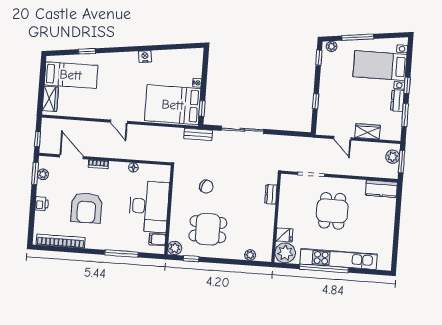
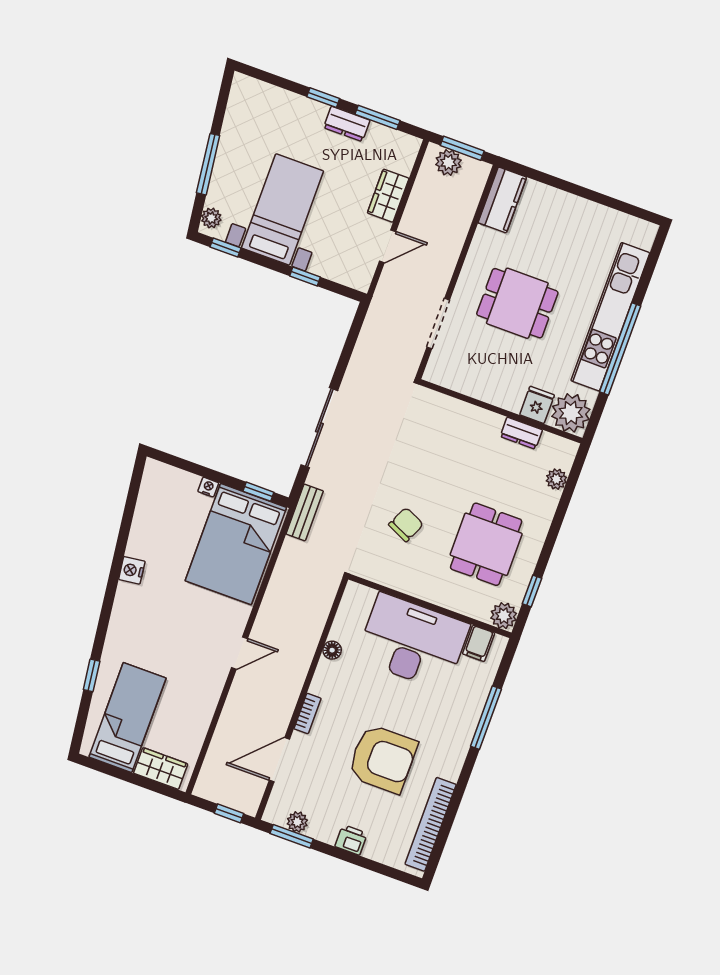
bed with nightstands: (380, 66) -> (283, 209), moved, turned 180
dresser: (271, 194) -> (521, 433), moved

